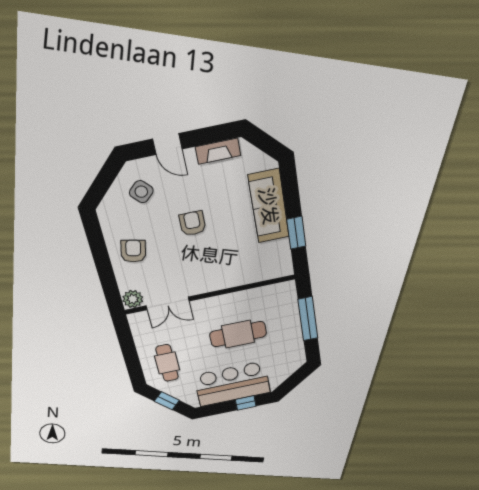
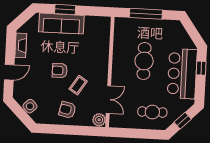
side table: (141, 192) -> (30, 106), moved
window: (296, 233) -> (65, 10), moved
coffee table: (177, 256) -> (78, 85), added

